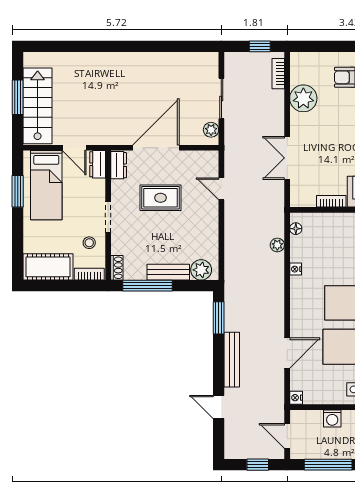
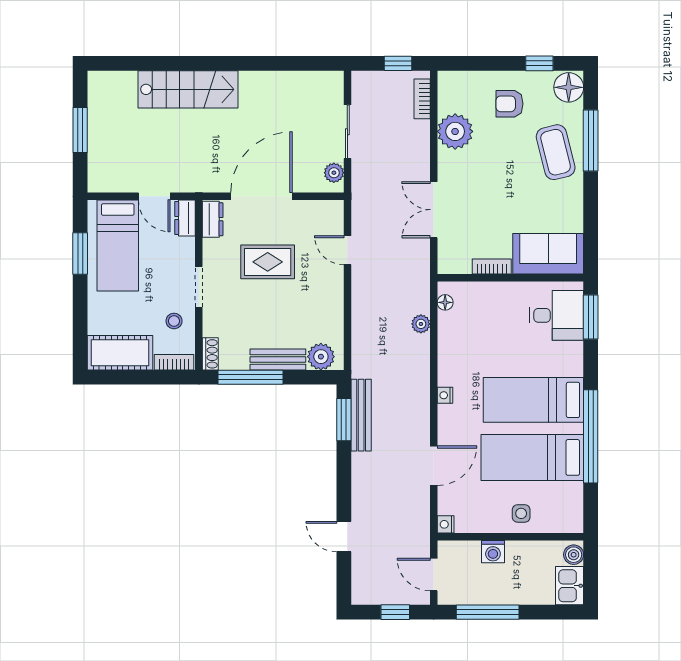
stairs: (38, 106) -> (188, 89), moved, turned 90
nightstand: (296, 269) -> (445, 395), moved
bench: (232, 360) -> (361, 415), moved

